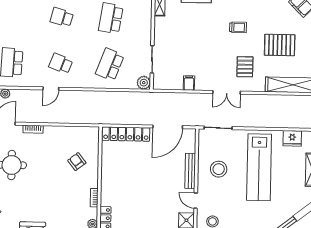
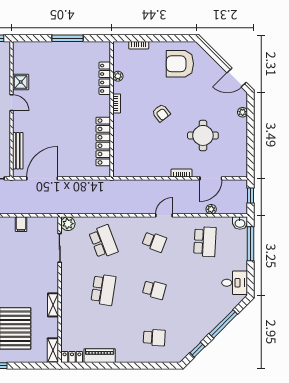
school desk: (110, 65) -> (103, 242), turned -42
locker: (126, 134) -> (103, 141), moved, turned -90
armchair: (77, 162) -> (161, 113), moved
bench: (190, 171) -> (18, 151), moved

